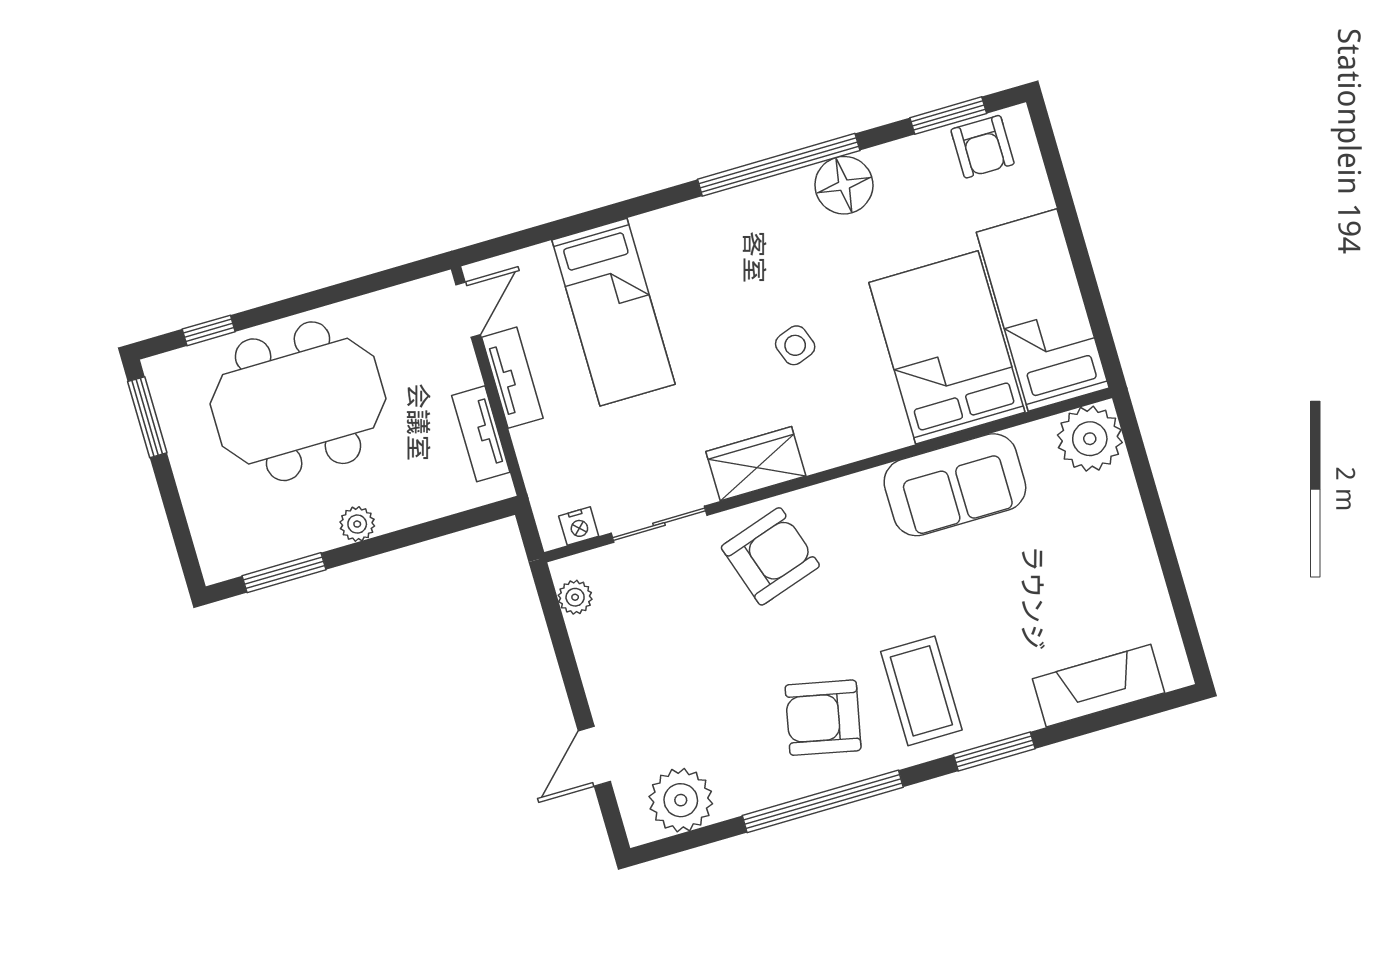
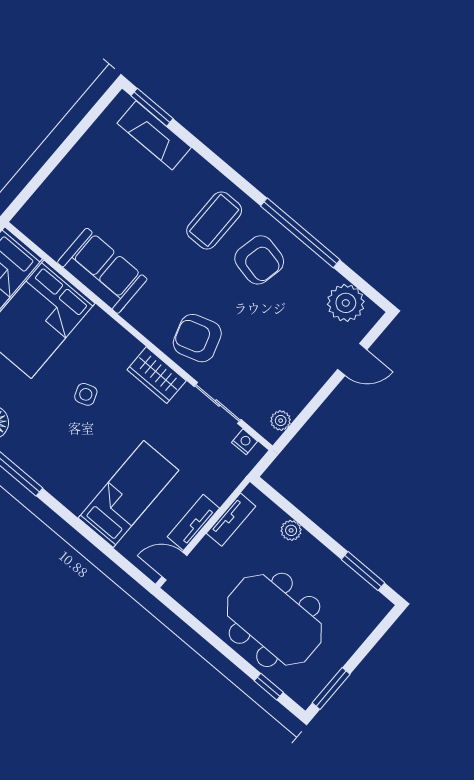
plant: (1090, 439) -> (36, 220), removed
plant: (357, 524) -> (291, 530), moved
window: (994, 752) -> (152, 107), moved

